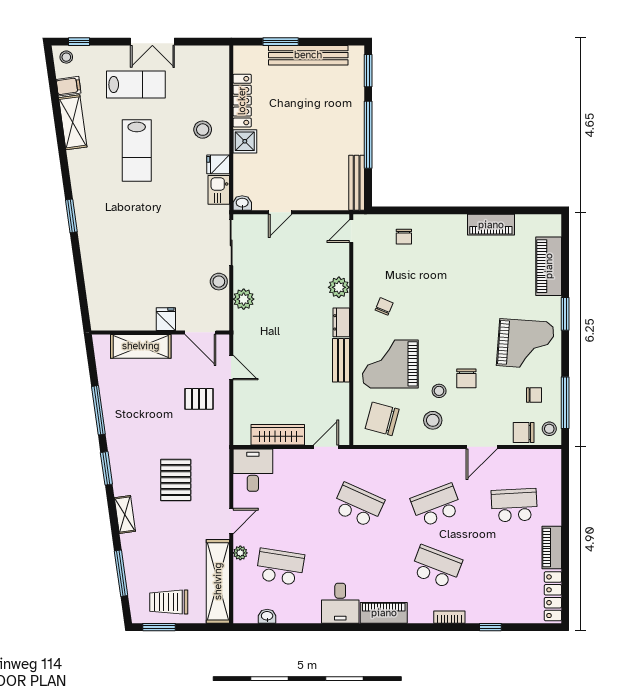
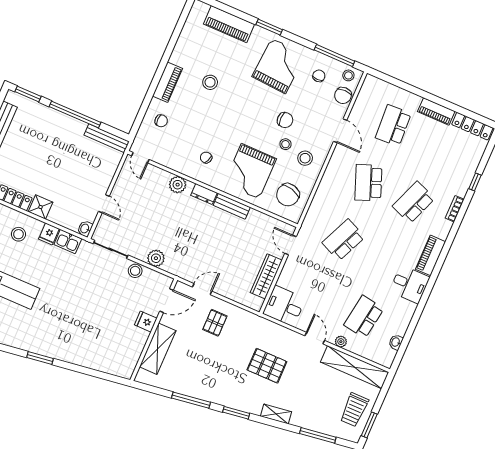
piano: (491, 225) -> (167, 82), moved
stool: (472, 274) -> (210, 82), added

